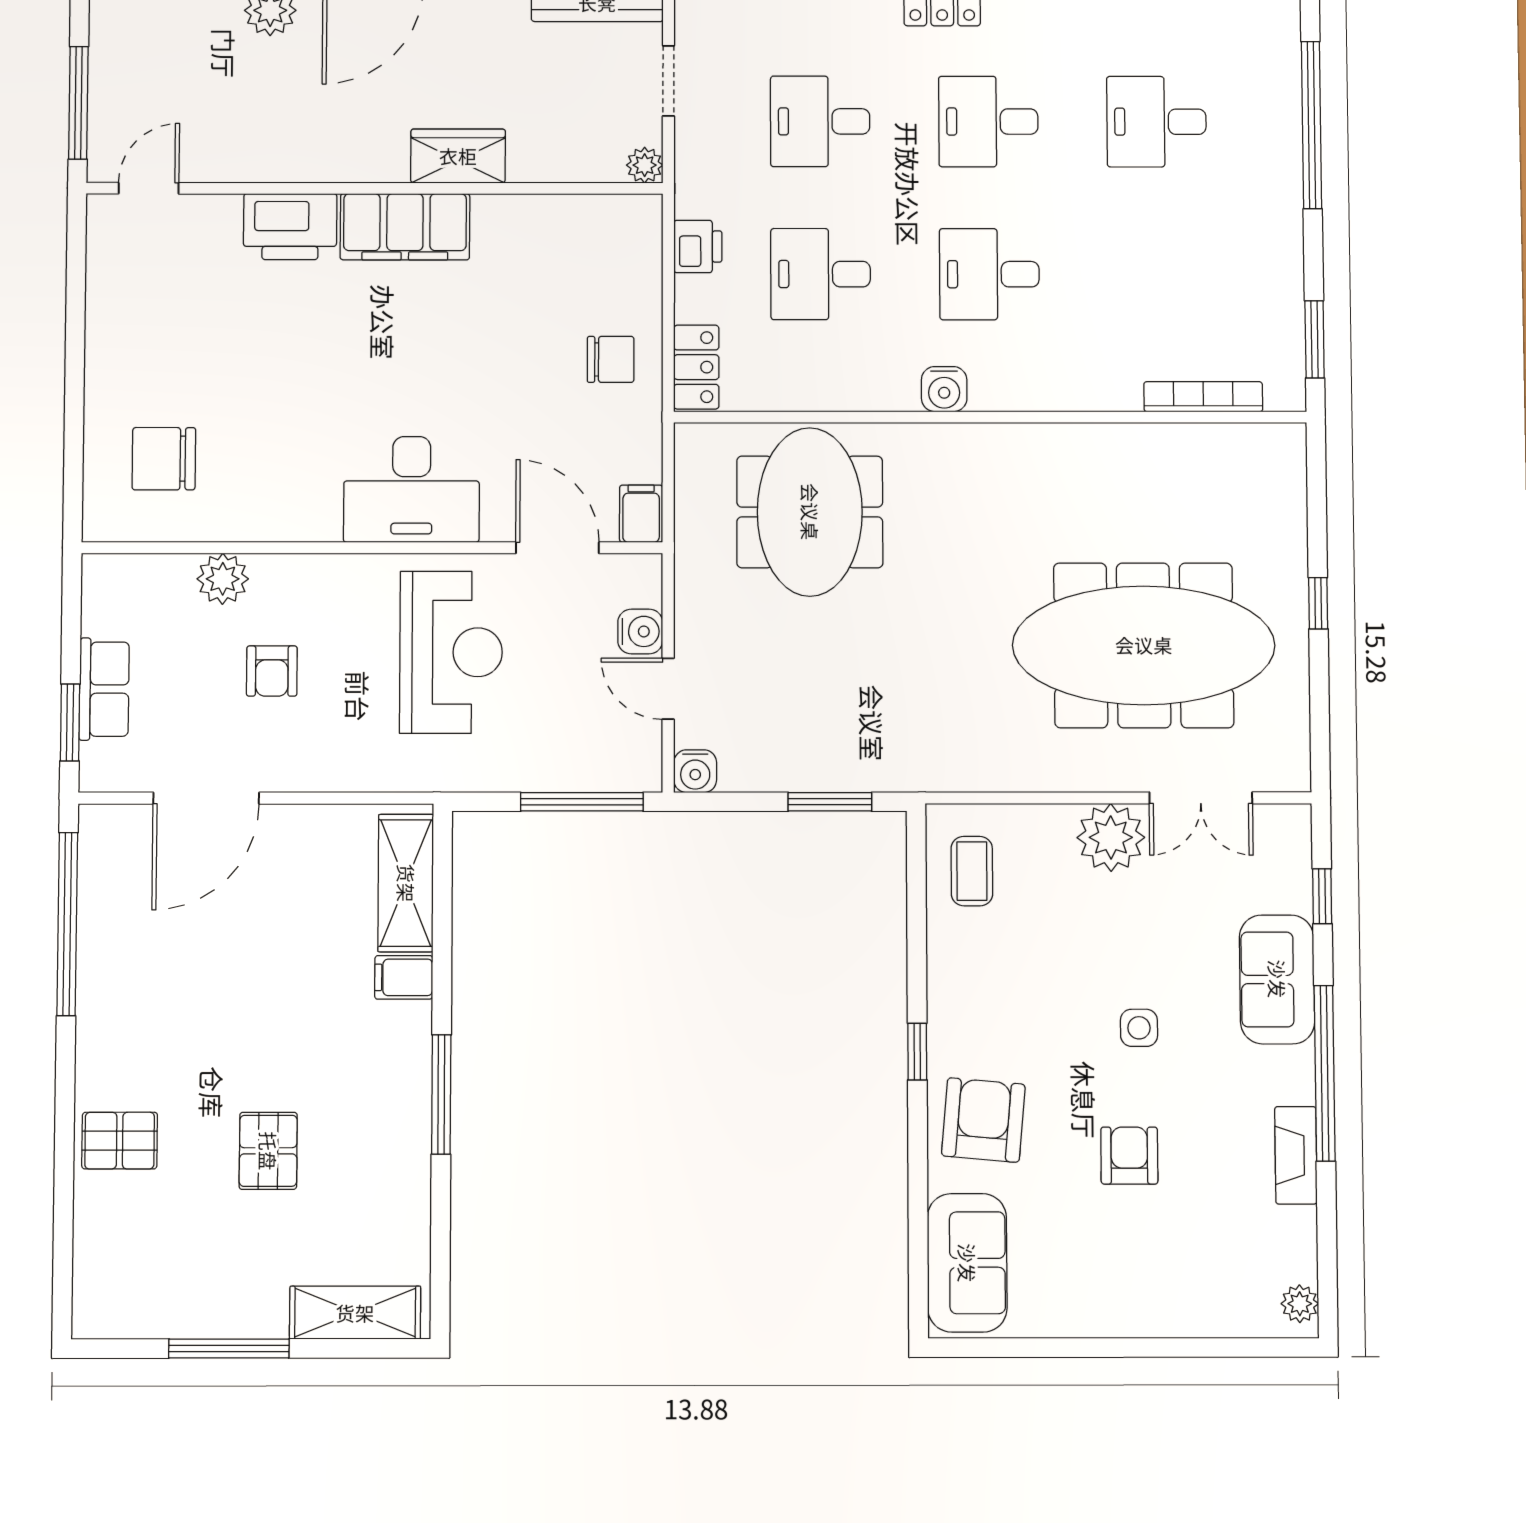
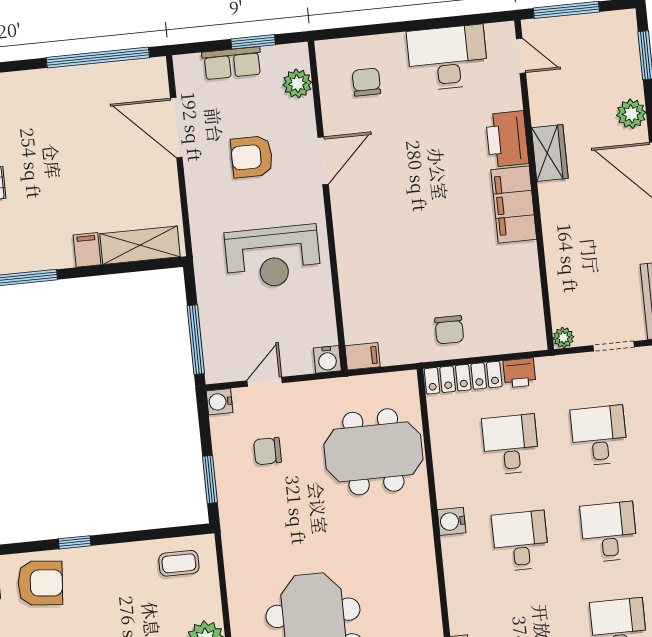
wardrobe: (458, 156) -> (550, 153), moved
locker: (696, 367) -> (463, 378), width x1.53
chair: (164, 459) -> (366, 82), width x0.73, depth x0.73
desk: (411, 489) -> (448, 58), moved, turned 90
door: (557, 548) -> (323, 161), moved
plant: (223, 579) -> (297, 84), moved
water cooler: (640, 631) -> (327, 359), moved
armchair: (272, 671) -> (252, 157), width x1.38, depth x1.38
chair: (790, 696) -> (267, 451), added
window: (70, 723) -> (253, 42), moved

